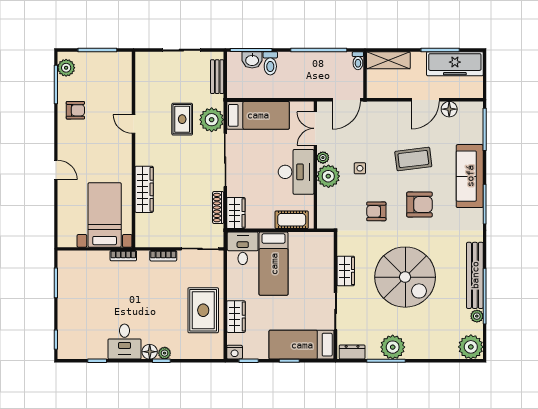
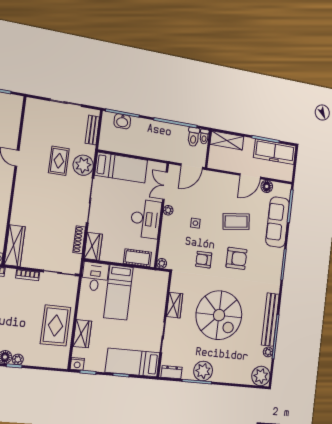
toilet: (270, 63) -> (193, 137), moved
plant: (328, 176) -> (162, 263), moved, width x0.53, depth x0.53
sofa: (470, 176) -> (278, 222), moved
wardrobe: (144, 189) -> (15, 246), moved

